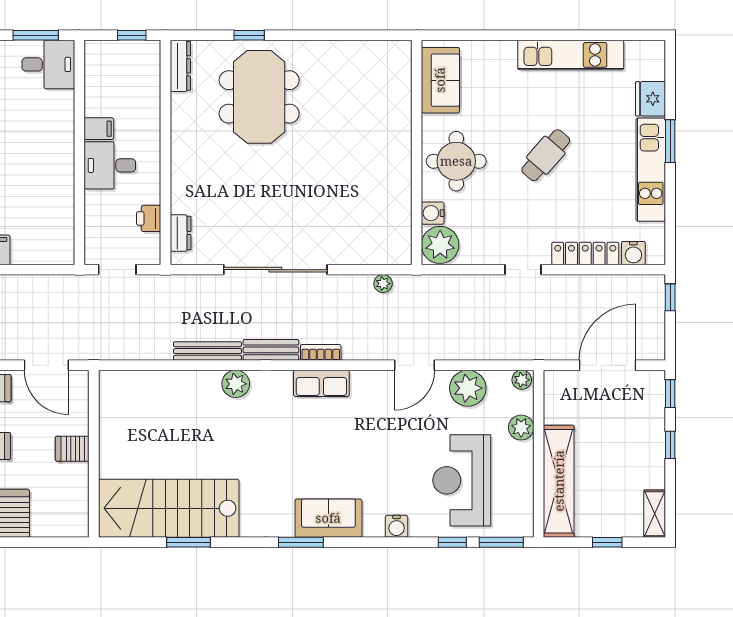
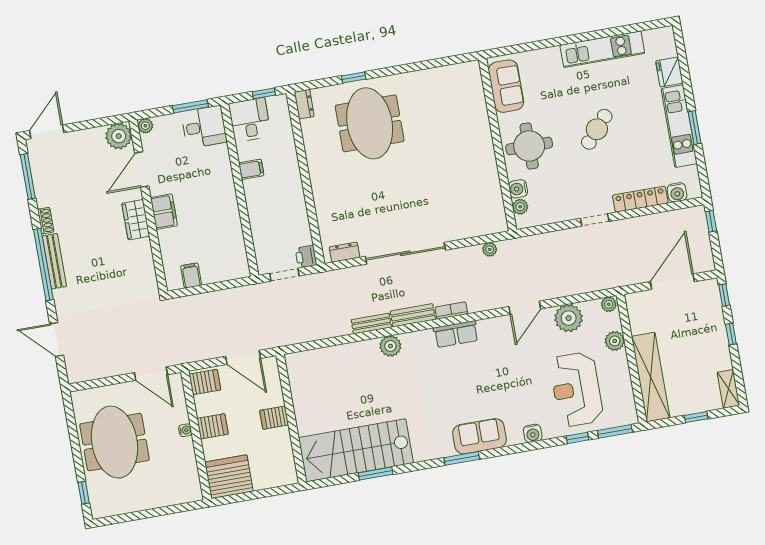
dresser: (180, 66) -> (304, 104), width x0.70
window: (670, 141) -> (695, 128), moved
desk: (110, 165) -> (250, 120), moved, turned 90
printer: (149, 218) -> (306, 257), moved
dresser: (181, 233) -> (344, 252), moved, turned -90
plant: (440, 245) -> (520, 207), width x0.53, depth x0.53
bench: (207, 351) -> (371, 324), width x0.73

